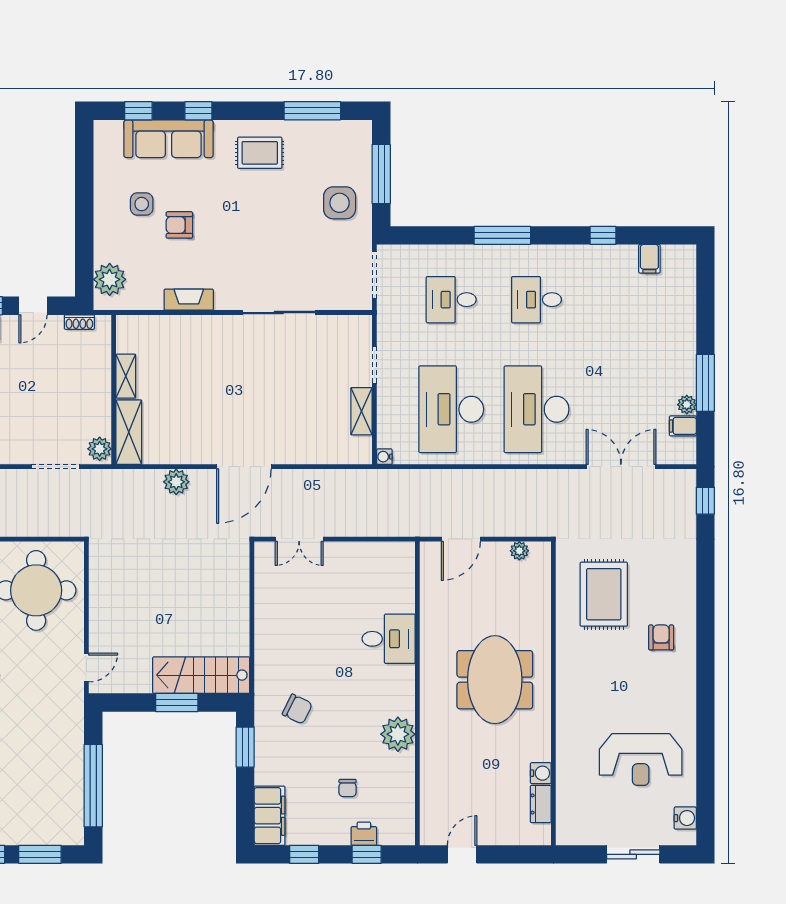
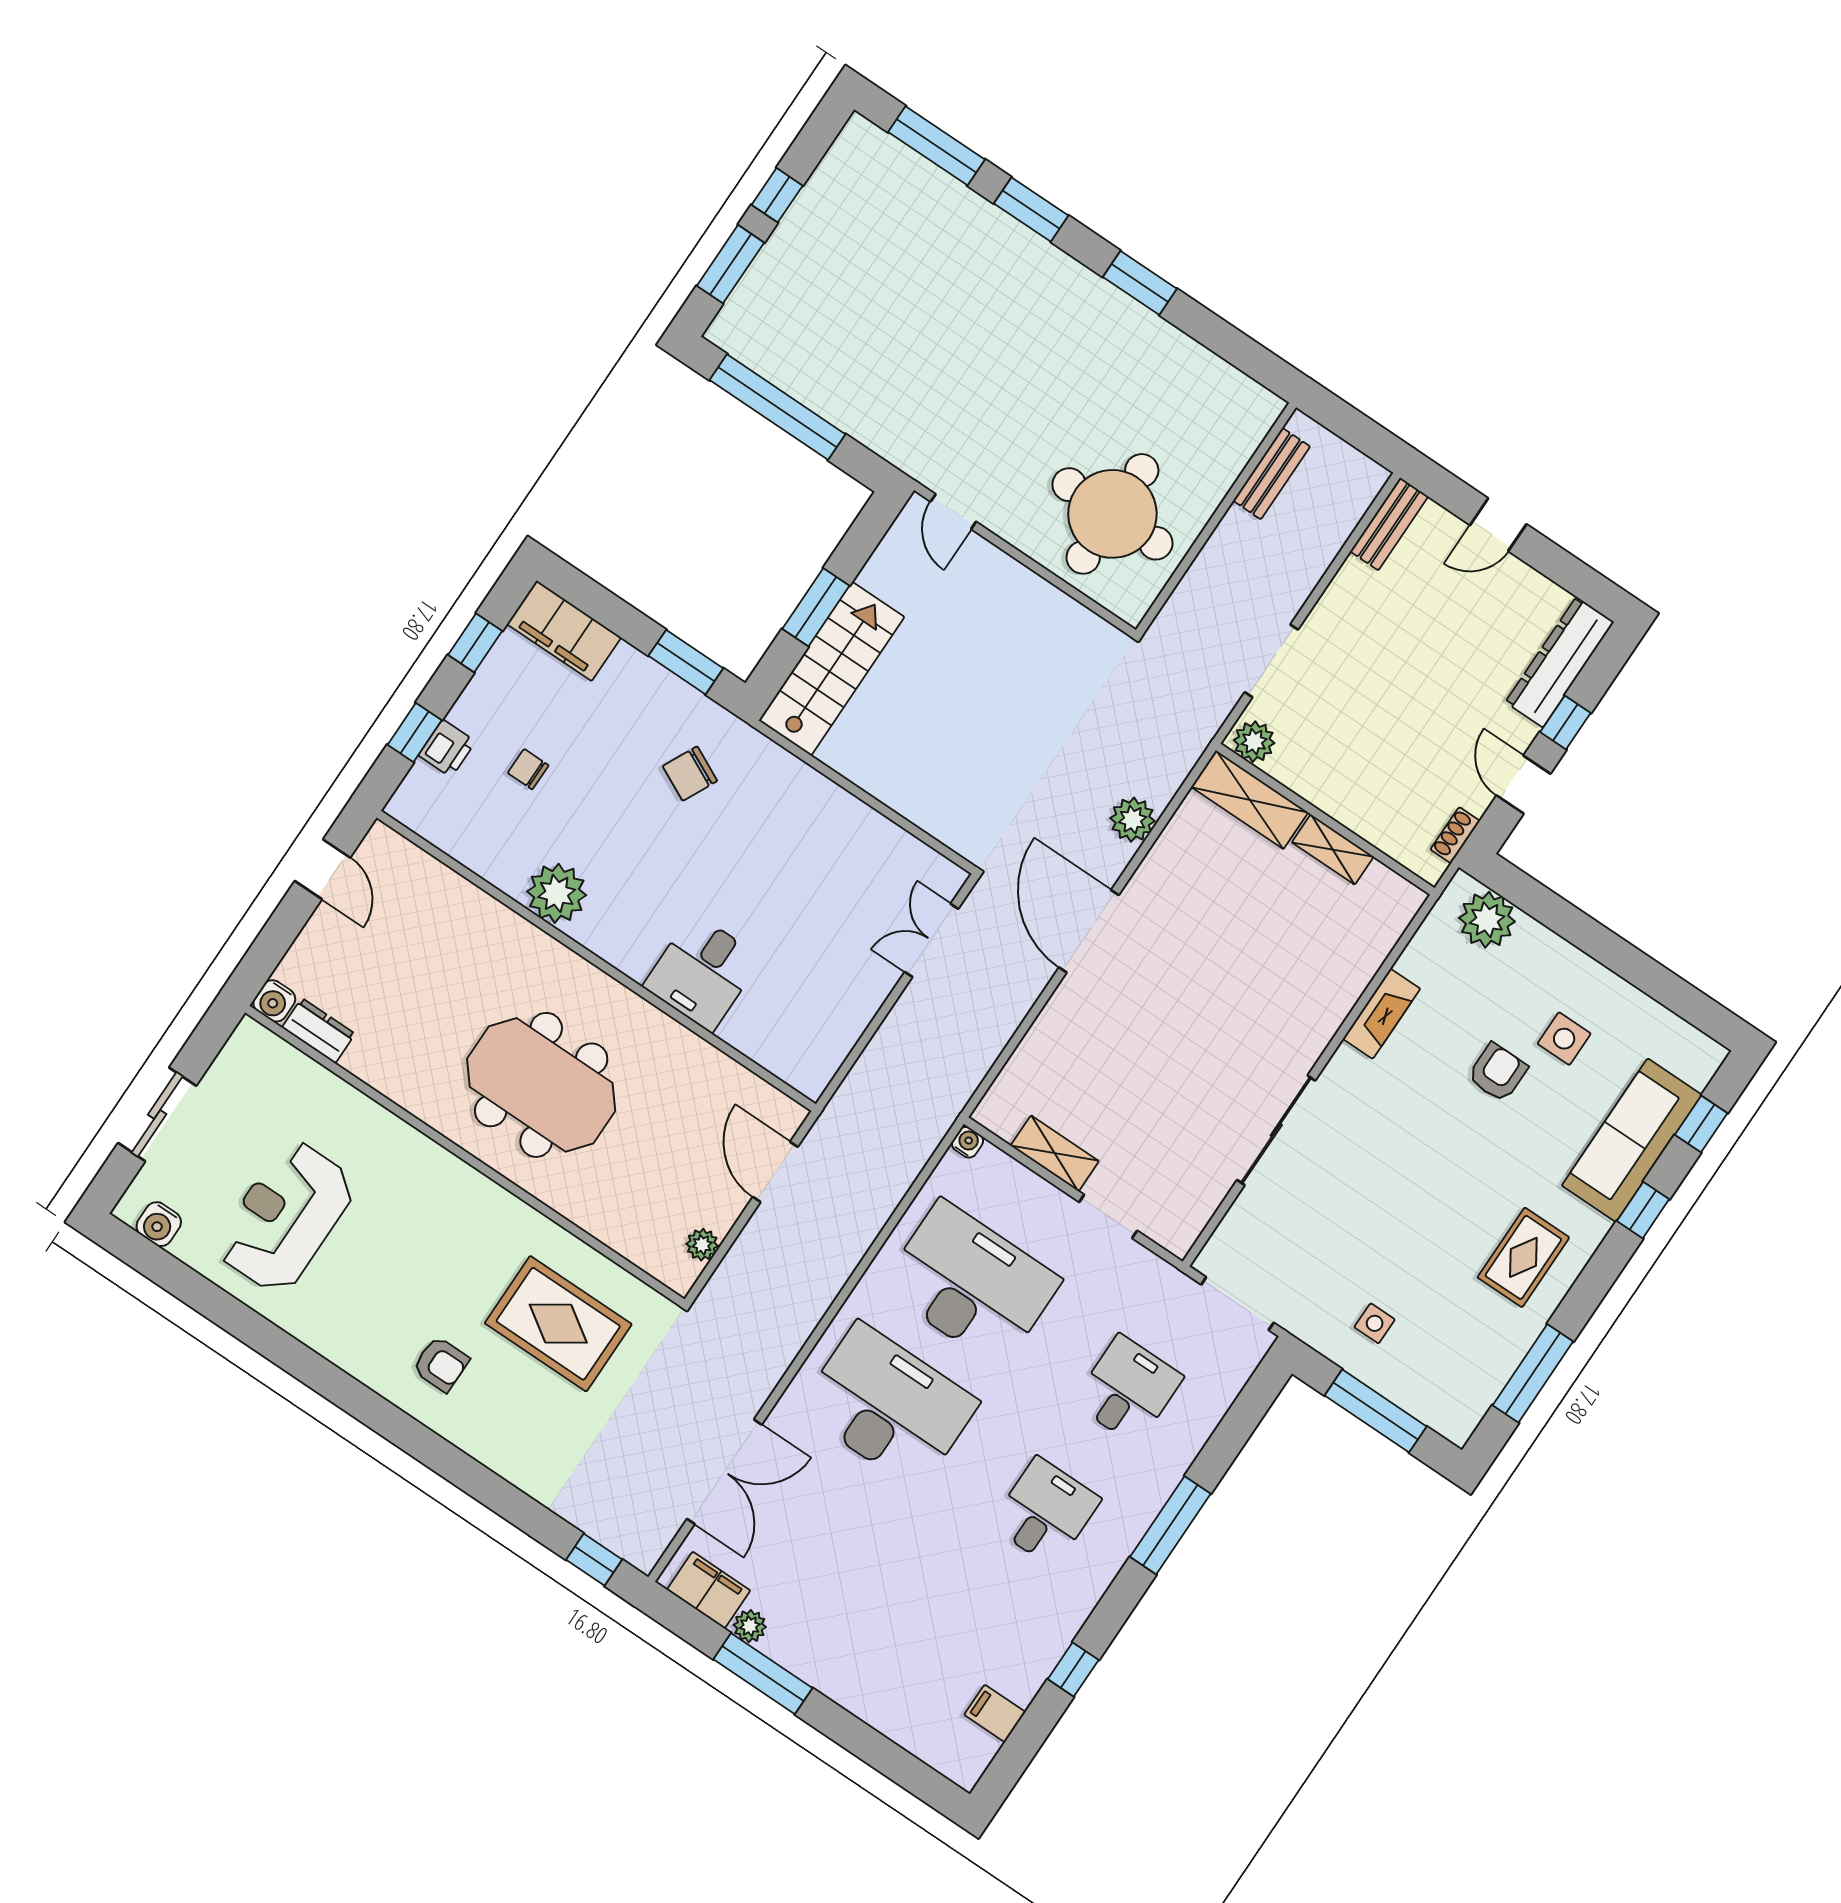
side table: (340, 203) -> (1375, 1323), width x0.54, depth x0.54
filing cabinet: (683, 426) -> (709, 1590), width x2.00
water cooler: (541, 773) -> (274, 1001), moved

